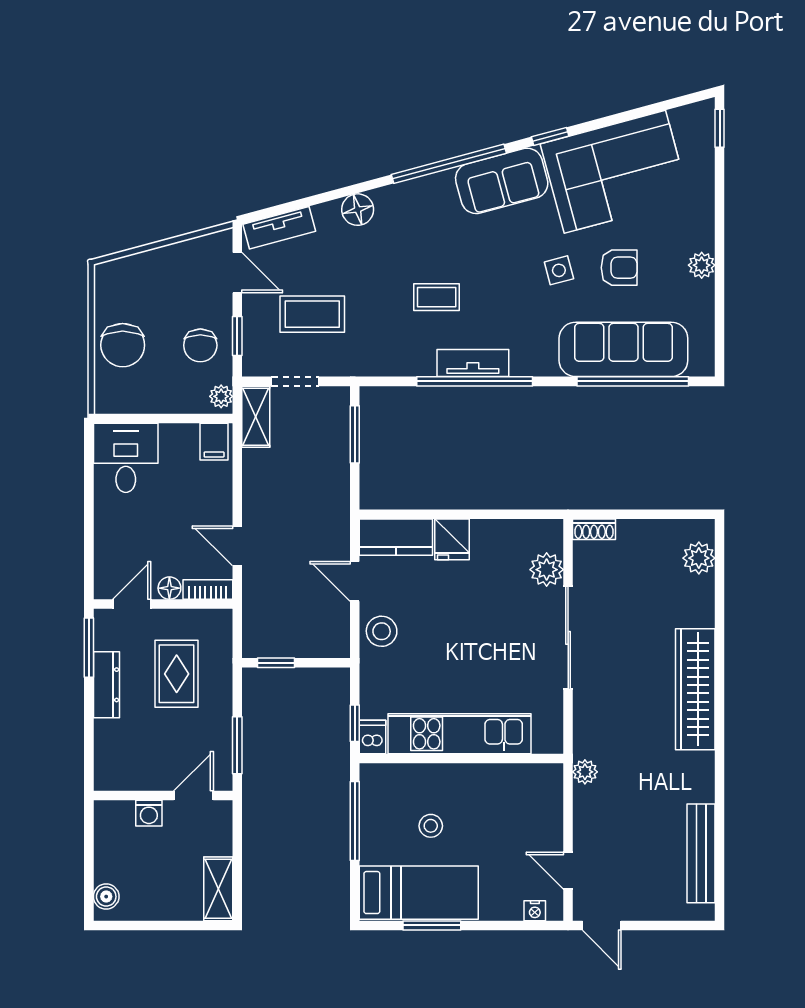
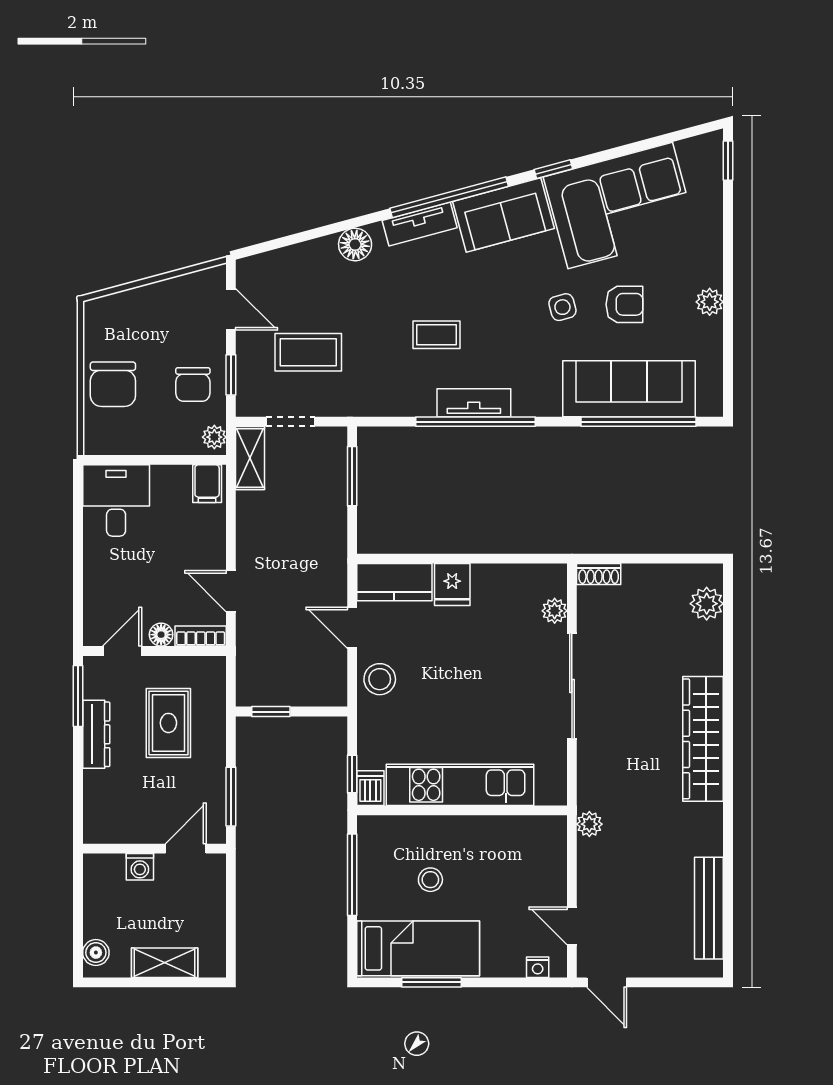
tv unit: (279, 228) -> (420, 224), moved
plant: (547, 570) -> (555, 611), width x0.73, depth x0.73
shelving: (218, 889) -> (165, 963), moved, turned 90

